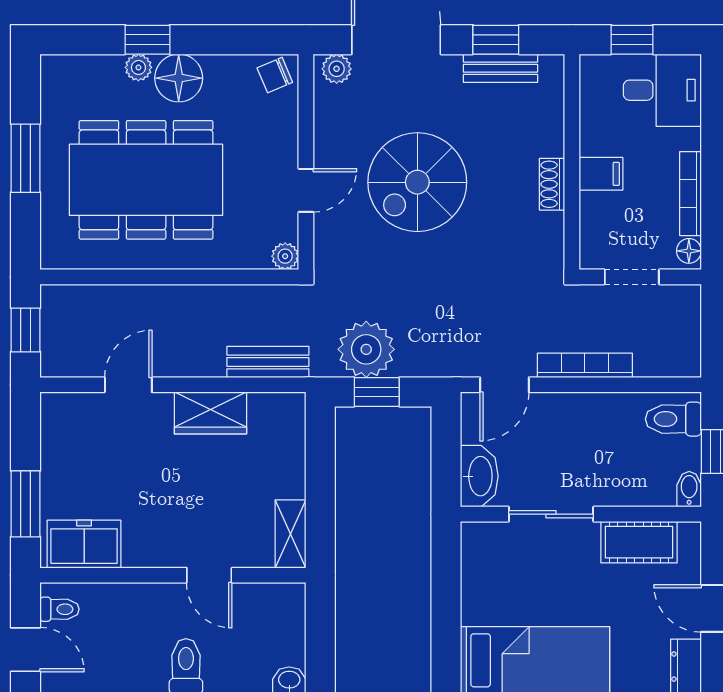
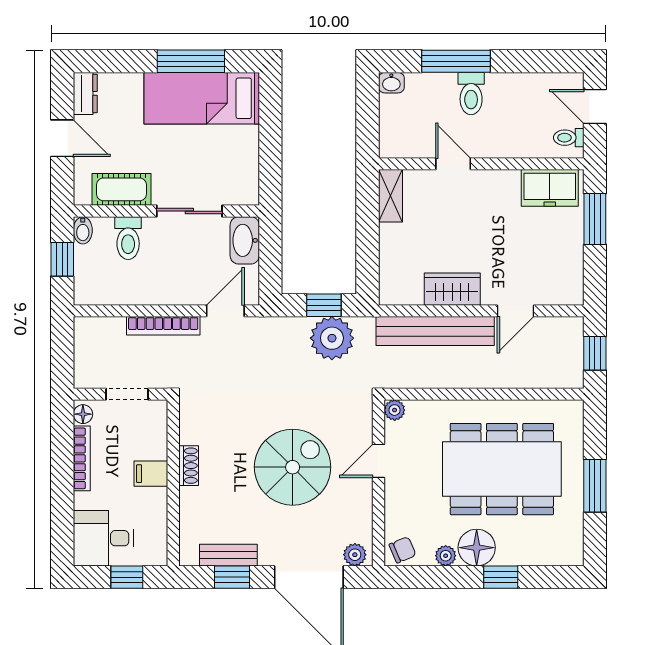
plant: (138, 67) -> (446, 556), moved
bench: (268, 362) -> (435, 331), width x1.86, depth x1.21
toilet: (673, 419) -> (128, 238), moved, turned 90

